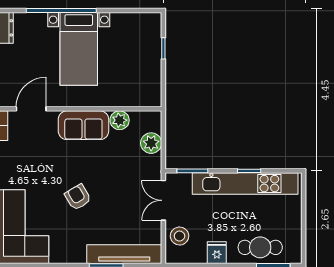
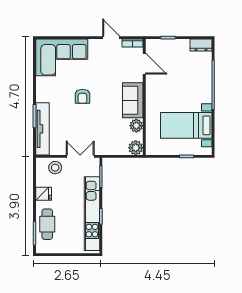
bed with nightstands: (79, 49) -> (186, 125), moved
plant: (151, 143) -> (136, 148), moved
armchair: (78, 197) -> (82, 96), turned 121

